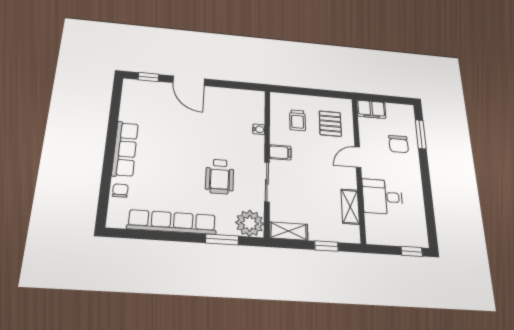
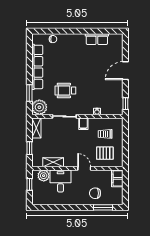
window: (148, 77) -> (125, 104), moved
row of seats: (125, 149) -> (97, 39), moved, width x0.68
plant: (375, 224) -> (44, 176), added
window: (412, 251) -> (29, 184), moved

